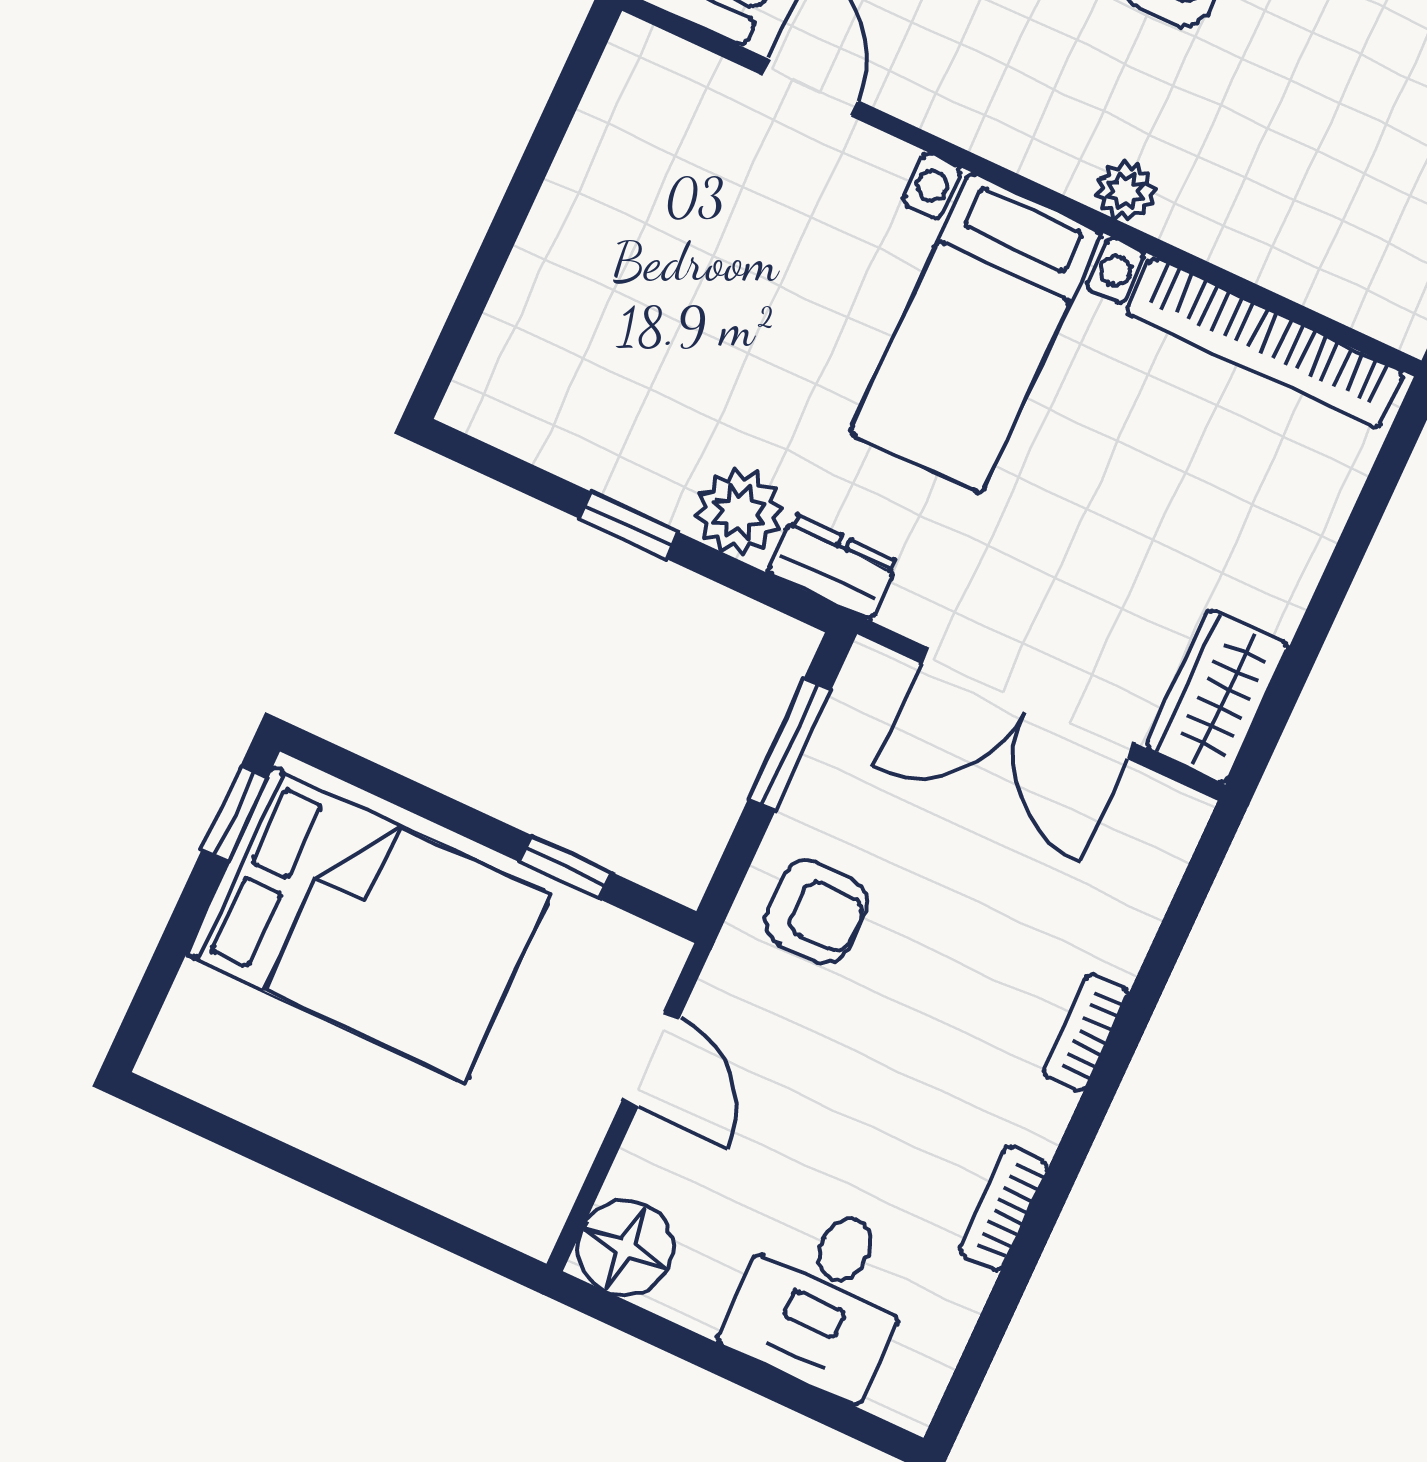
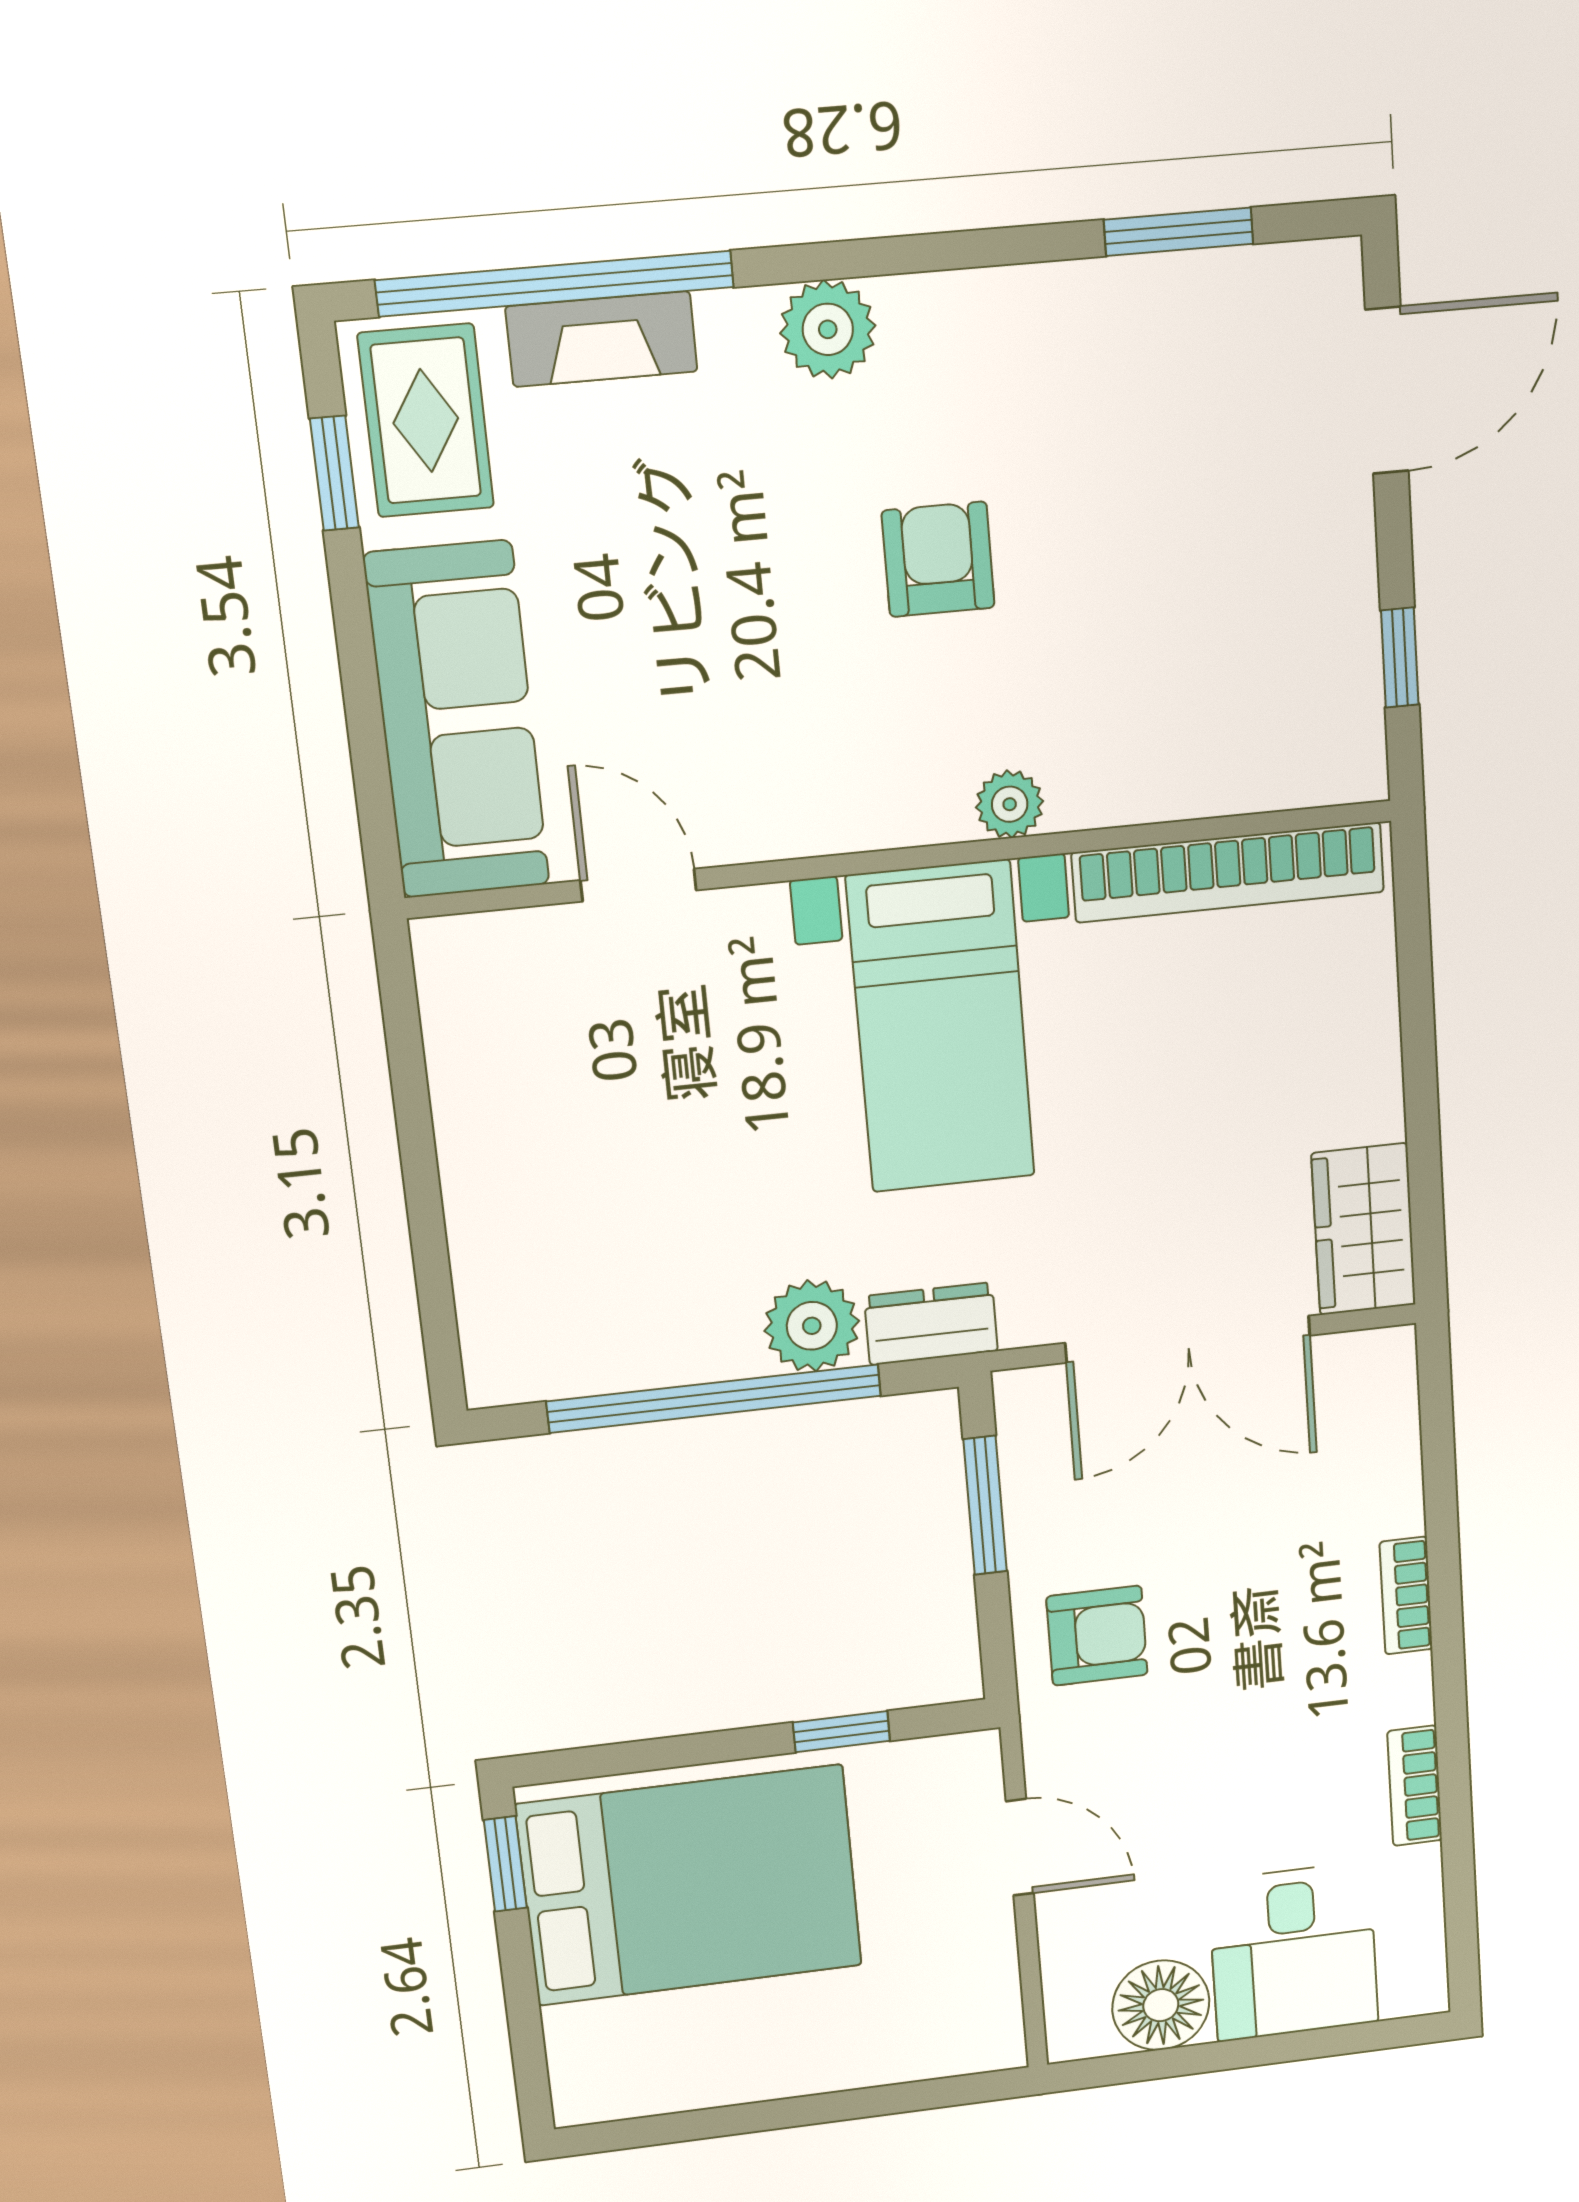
window: (629, 525) -> (714, 1399), width x3.17
floor lamp: (625, 1248) -> (1161, 2005), moved

